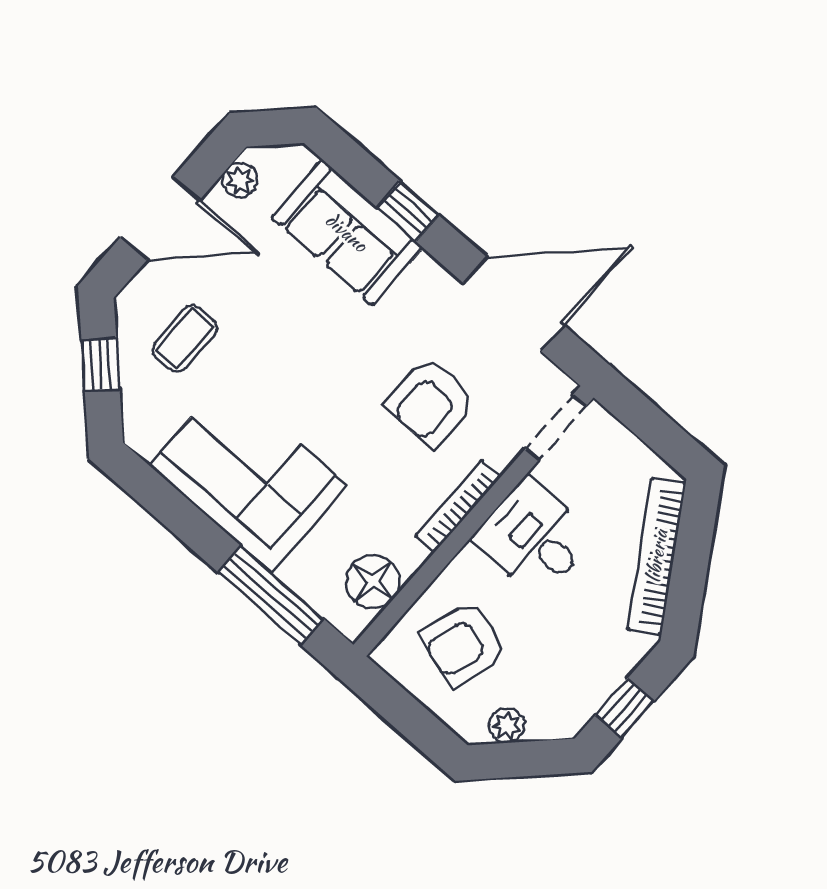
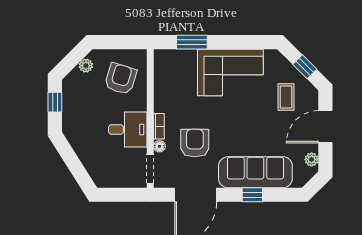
sofa: (347, 232) -> (255, 172), width x1.36
bookcase: (458, 506) -> (159, 126), width x0.64
bookcase: (656, 556) -> (86, 156), removed
floor lamp: (373, 582) -> (159, 146), moved, width x0.53, depth x0.53
window: (271, 595) -> (192, 42), width x0.69

